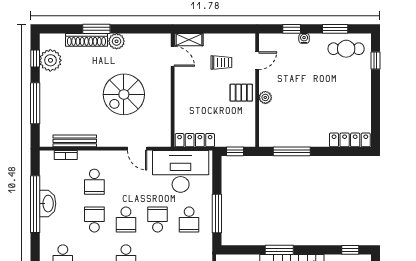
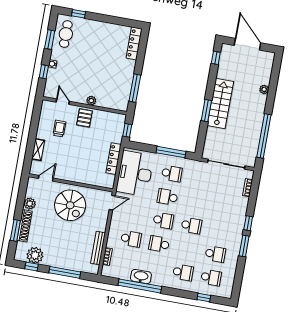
window: (96, 29) -> (15, 230), moved
door: (173, 56) -> (46, 178), moved
wall: (173, 90) -> (71, 183), moved

